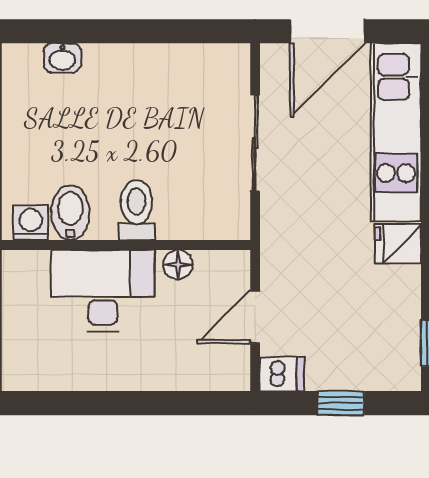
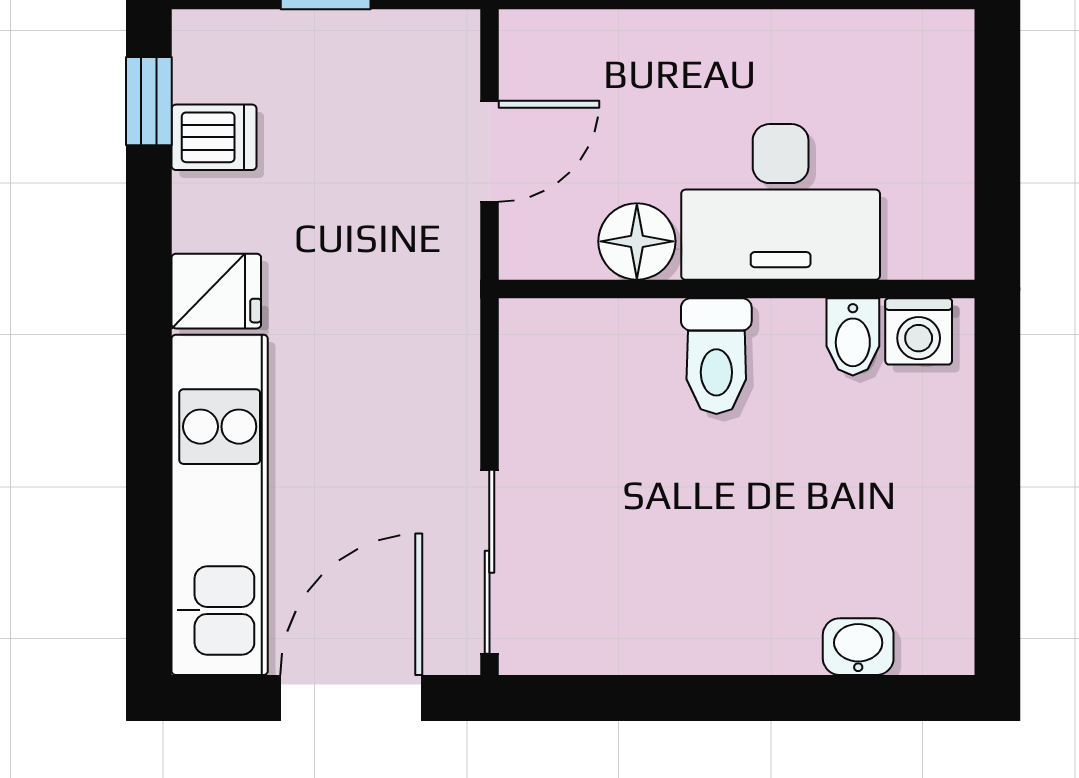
sliding door: (255, 143) -> (489, 562), moved
bidet: (70, 213) -> (853, 337), width x0.72, depth x0.74
floor lamp: (178, 264) -> (637, 241), width x1.37, depth x1.37
dishwasher: (282, 374) -> (214, 137), moved, turned 180

